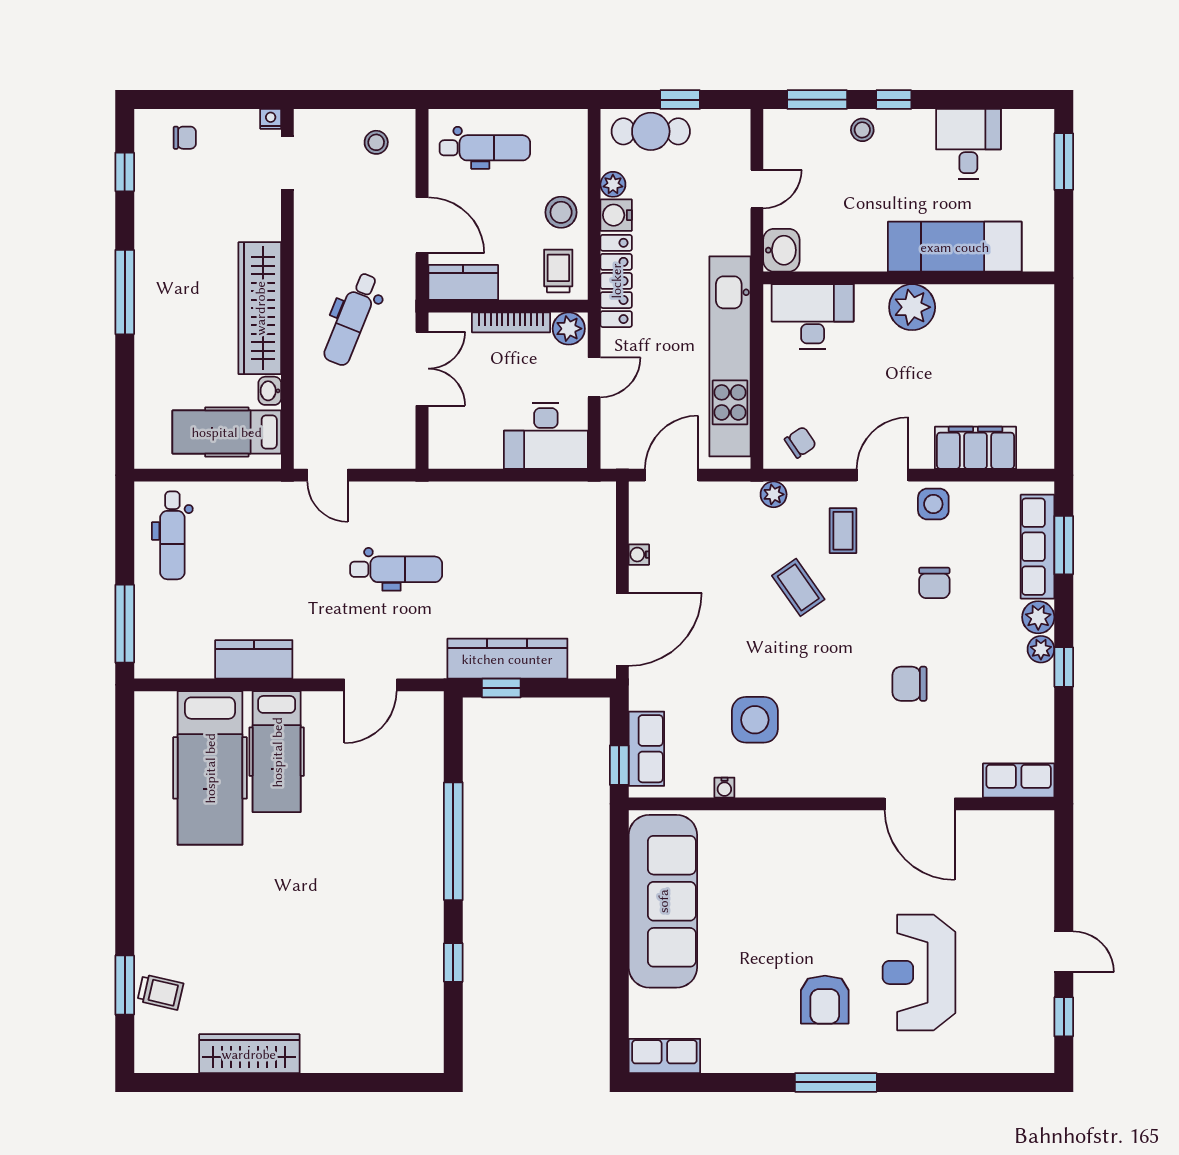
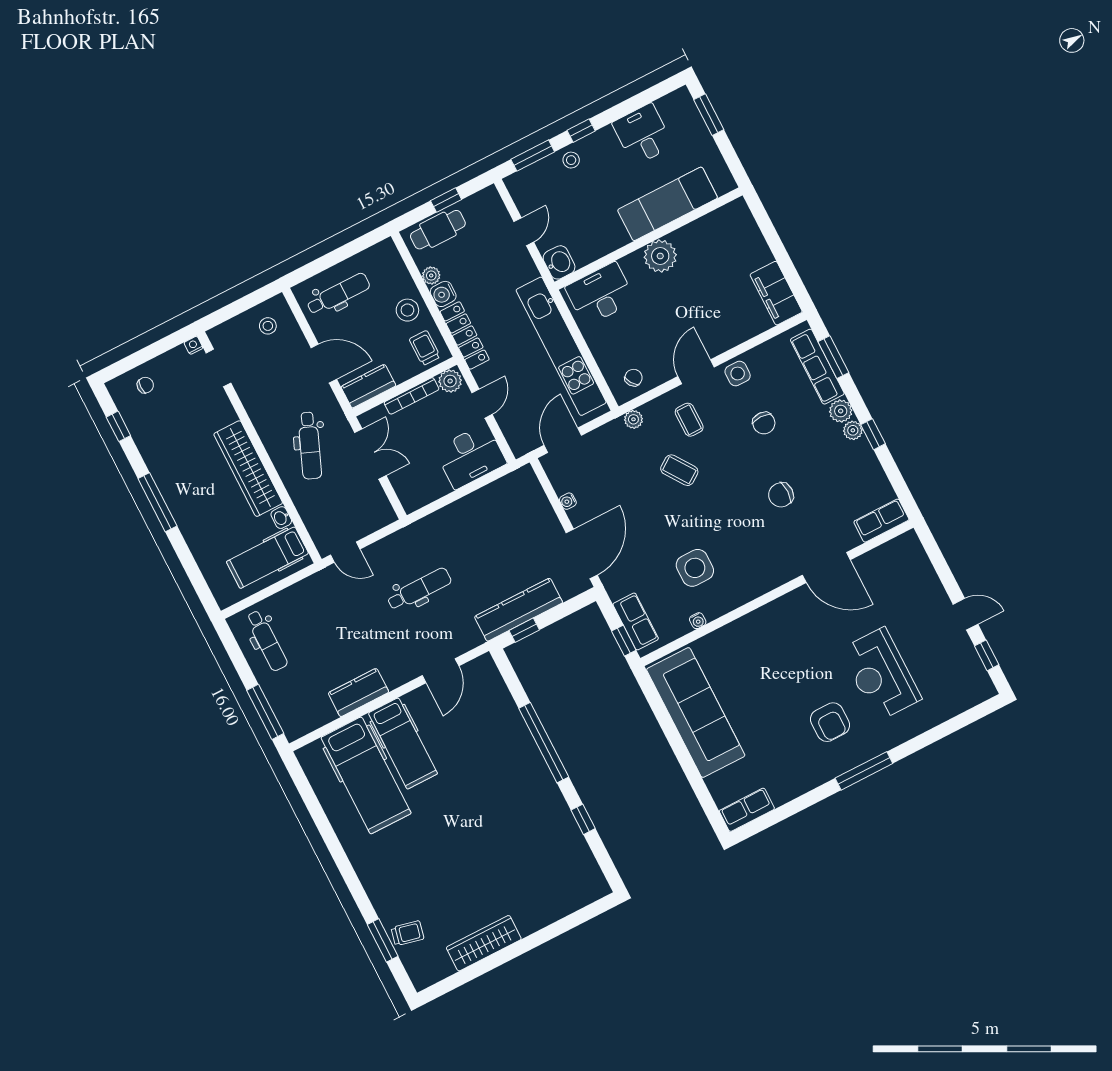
filing cabinet: (976, 448) -> (776, 293), moved, turned -90

